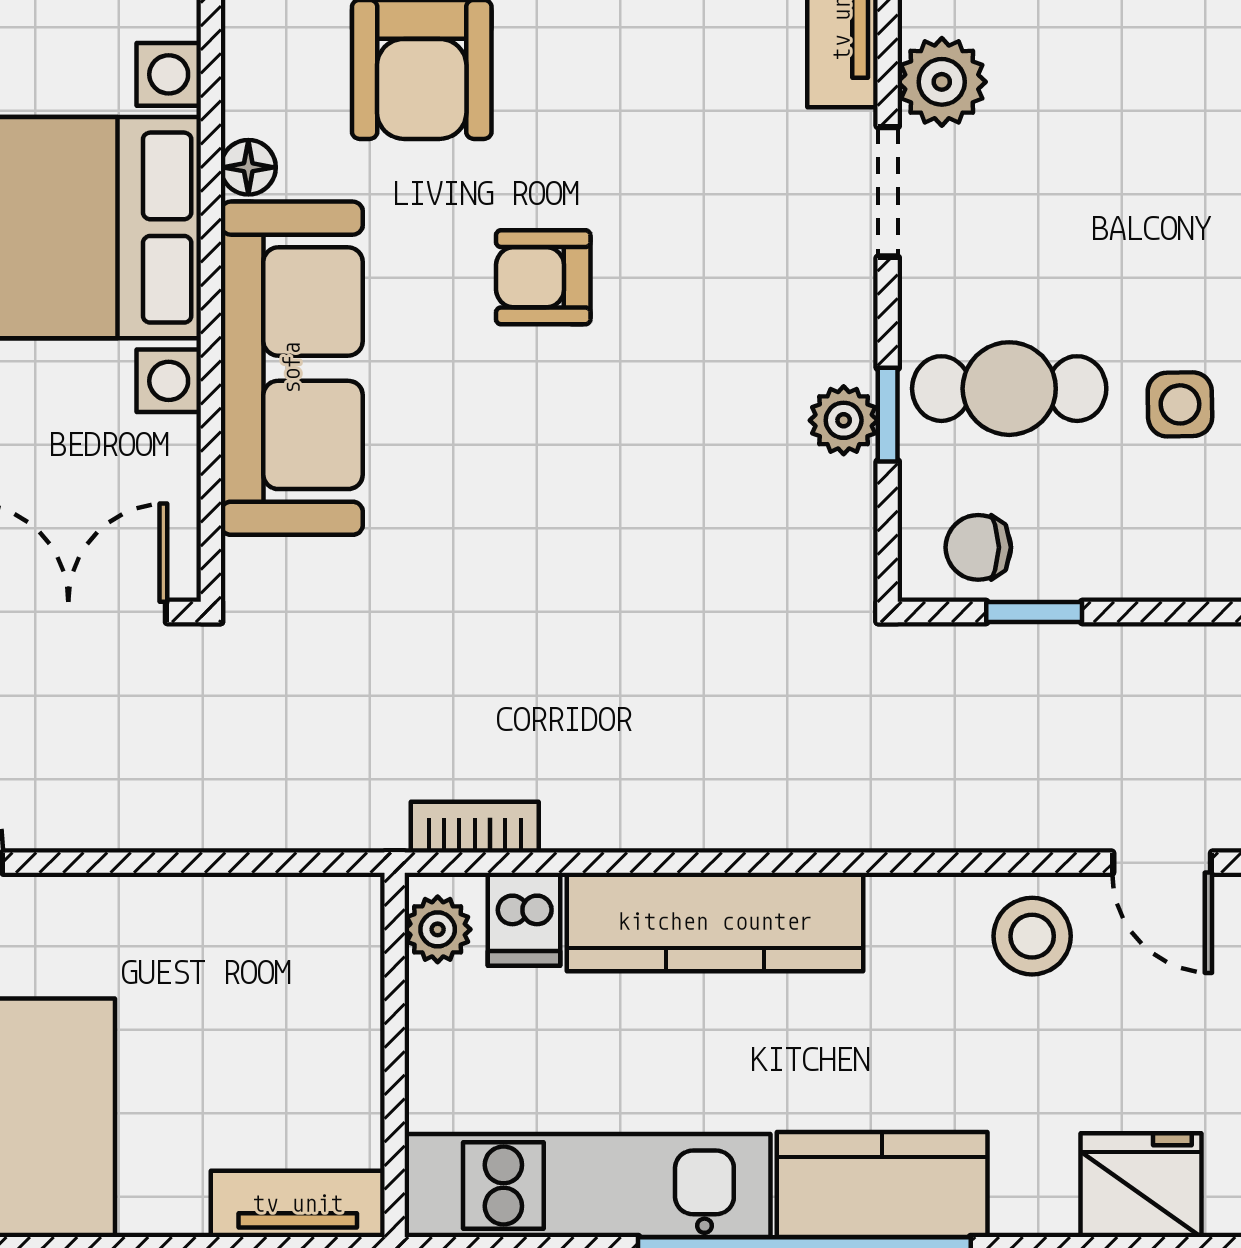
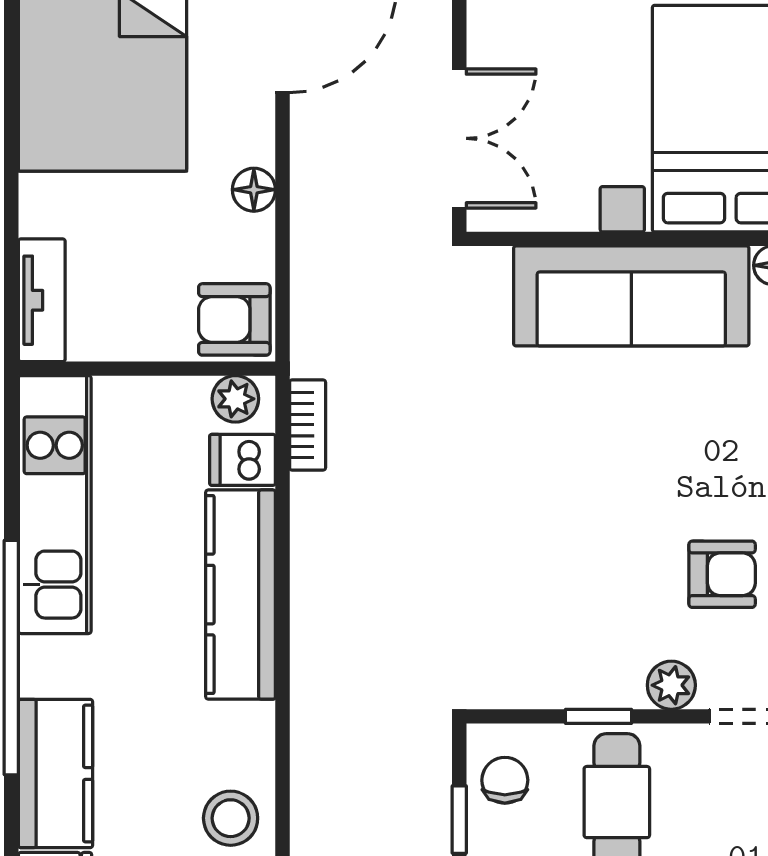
armchair: (543, 277) -> (722, 574), moved, turned 90
plant: (844, 420) -> (671, 685), moved
floor lamp: (141, 903) -> (254, 190), added
armchair: (325, 931) -> (234, 319), added
kitchen counter: (882, 1184) -> (55, 773), moved

